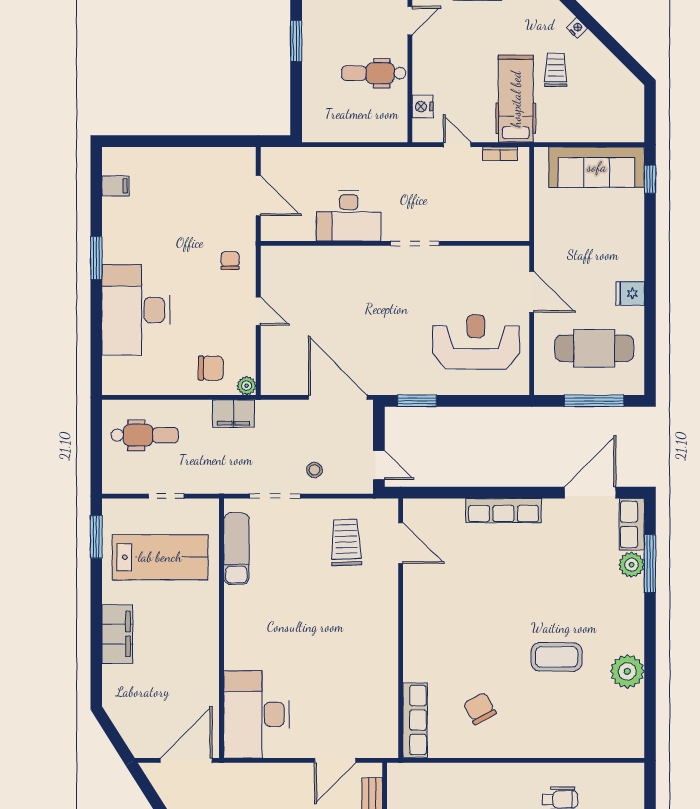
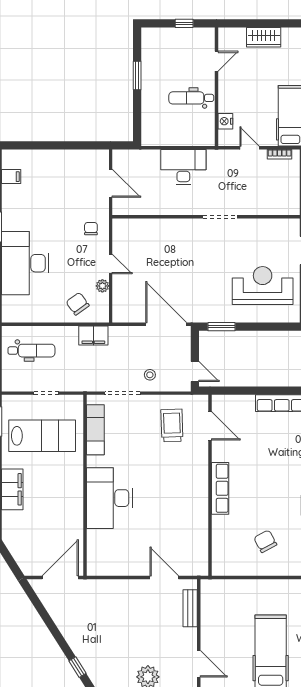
desk: (349, 216) -> (183, 167), moved, turned 180
chair: (211, 368) -> (78, 304), turned -126
plant: (247, 386) -> (102, 286), moved
desk: (257, 714) -> (109, 498), moved
row of seats: (415, 720) -> (220, 488), moved
door: (335, 760) -> (164, 578), swing flipped

